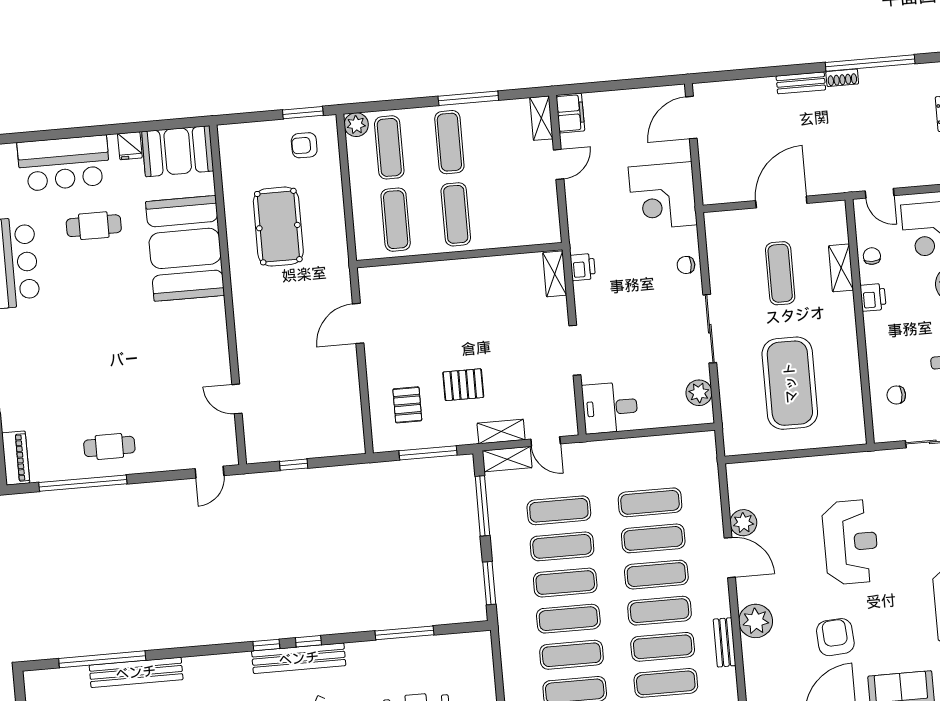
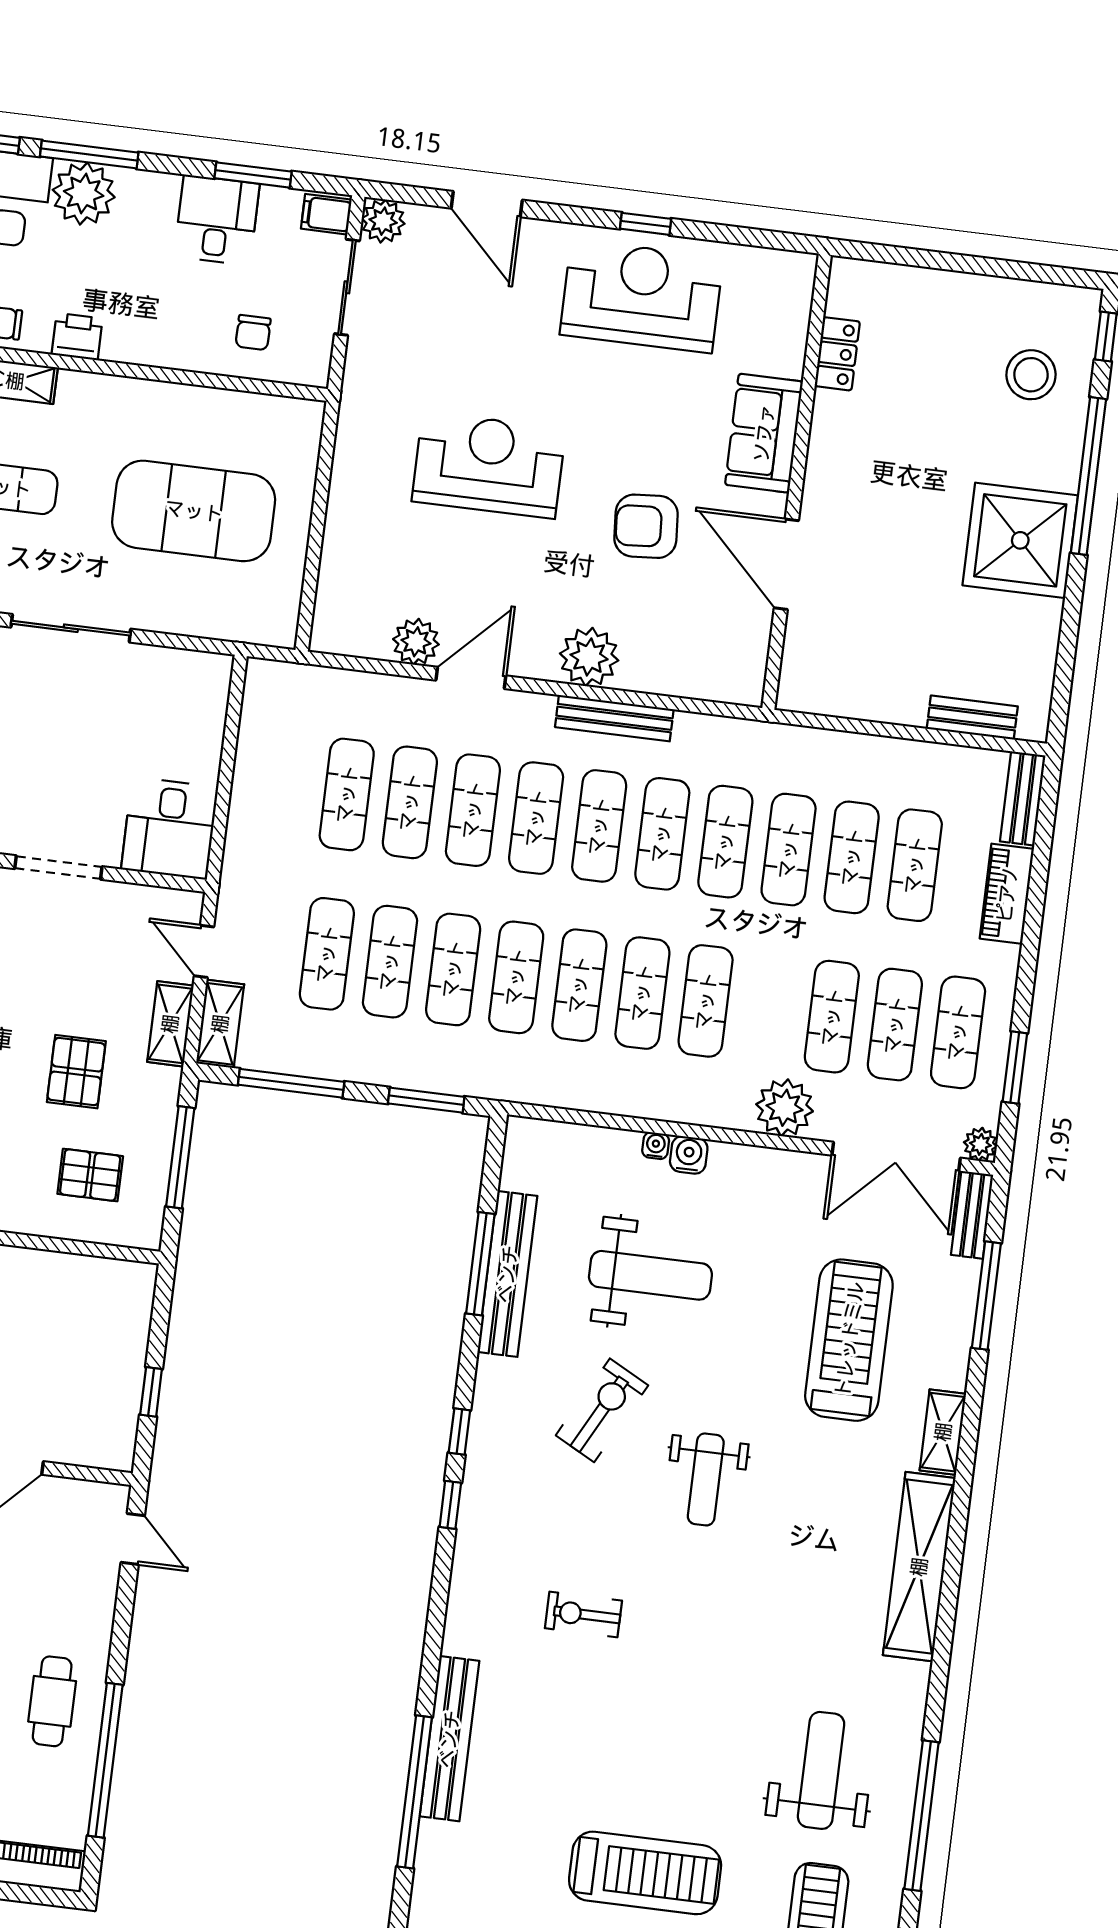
plant: (699, 393) -> (177, 670), removed
door: (546, 441) -> (204, 951), swing flipped
bench: (725, 642) -> (614, 718), width x1.36
bench: (299, 658) -> (507, 1274), moved

